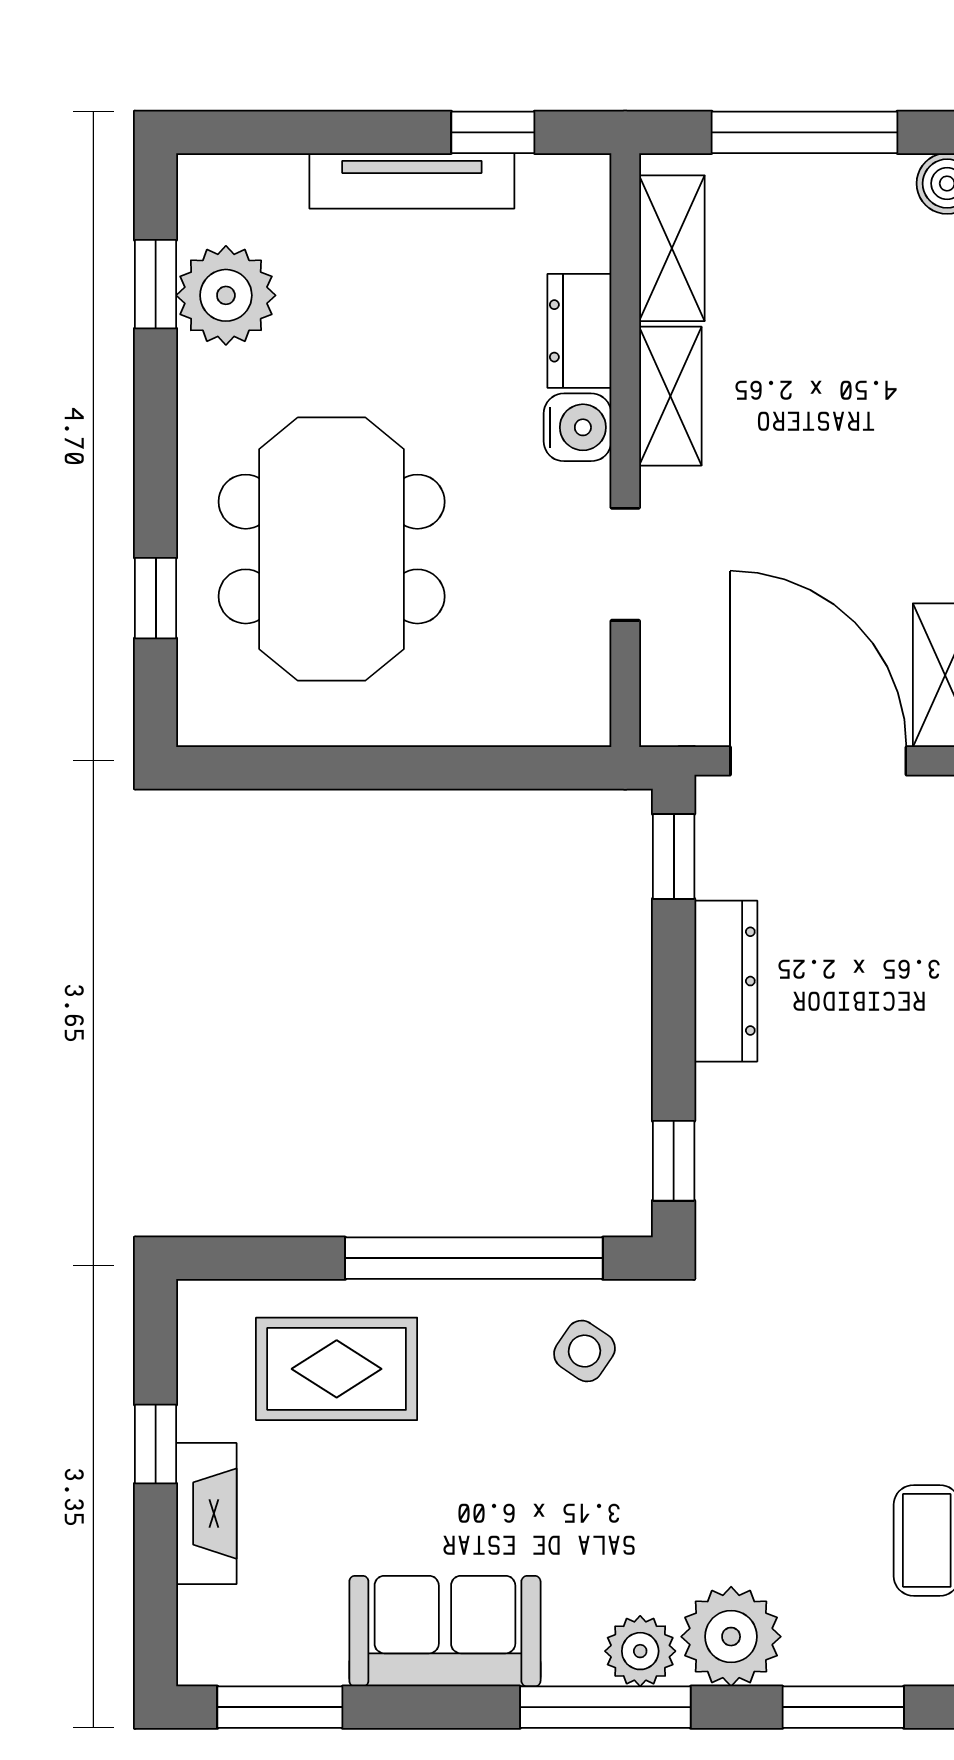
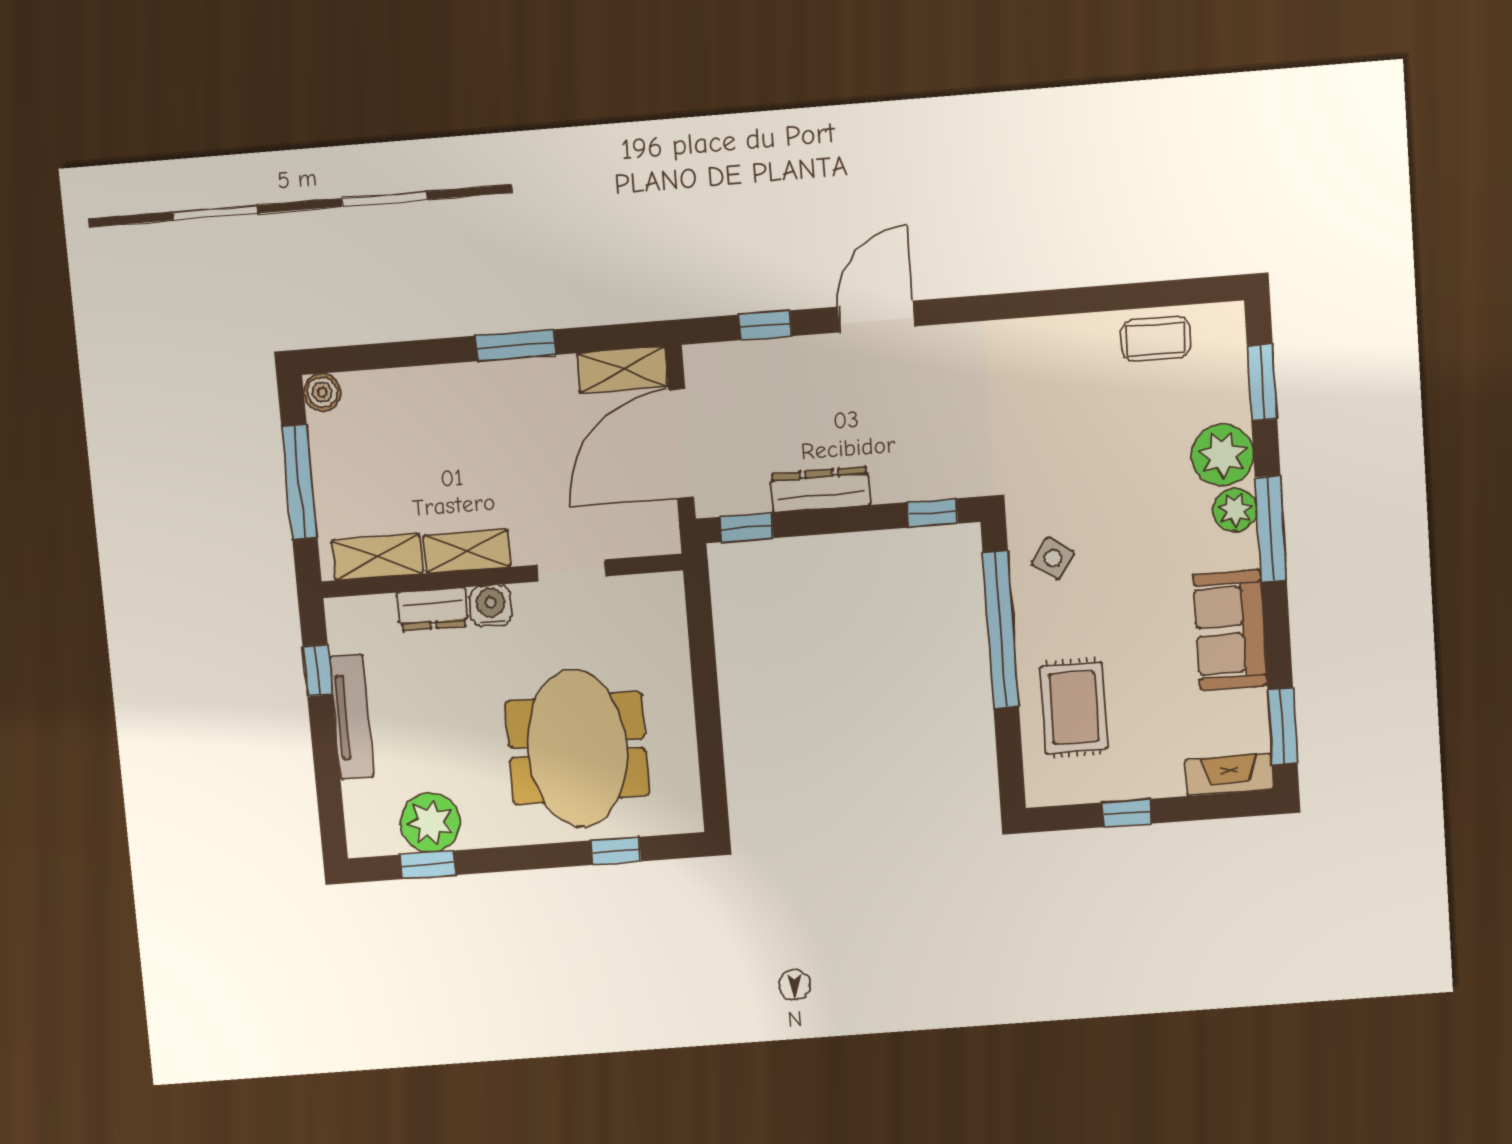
meeting table: (332, 549) -> (577, 748), turned 90
fireplace: (206, 1514) -> (1229, 775), moved

